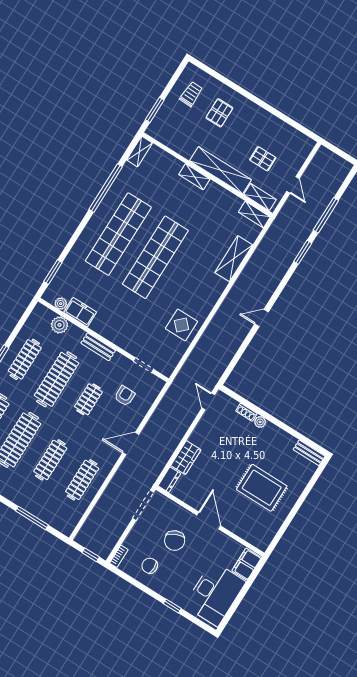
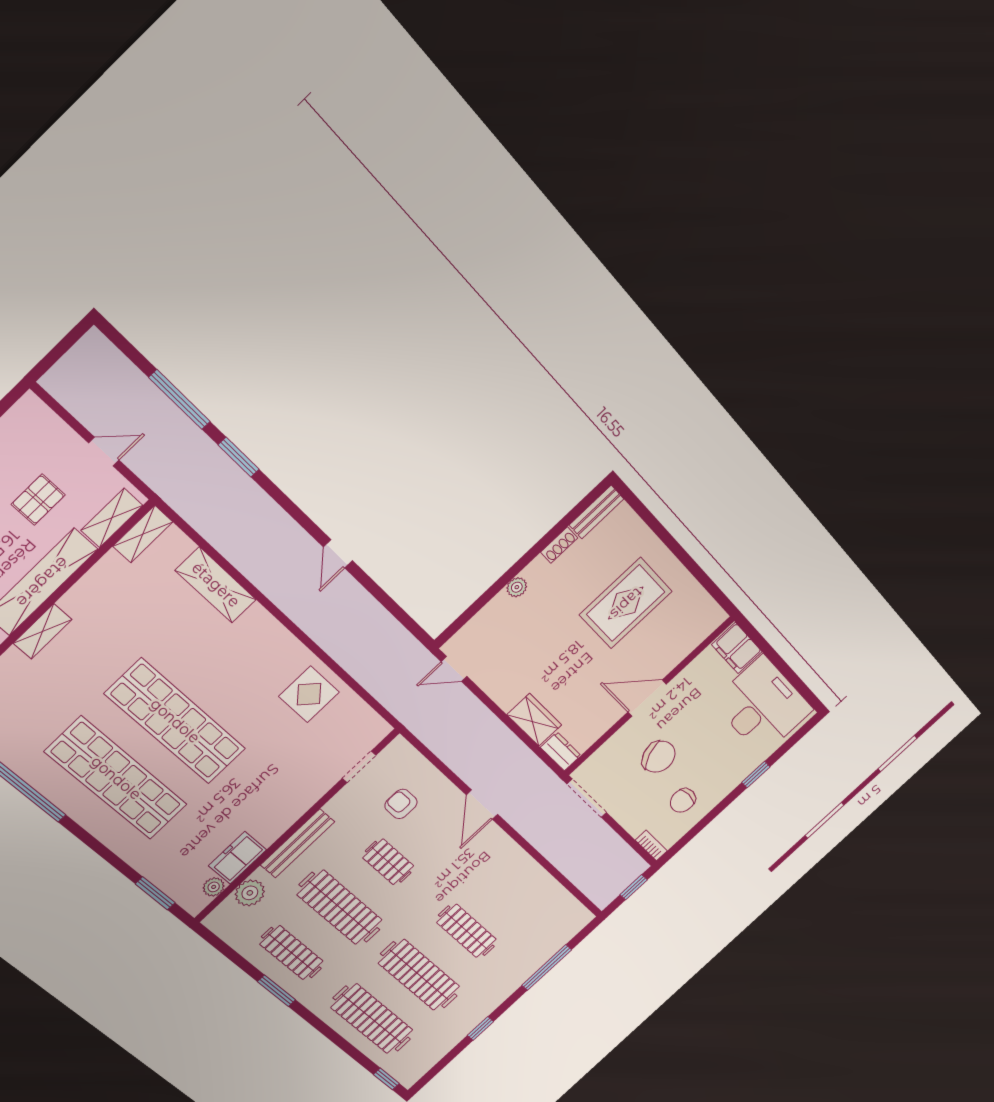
bench: (98, 347) -> (298, 843), width x1.36
shoe rack: (246, 412) -> (559, 545), moved
clothes rail: (82, 480) -> (514, 887), removed

